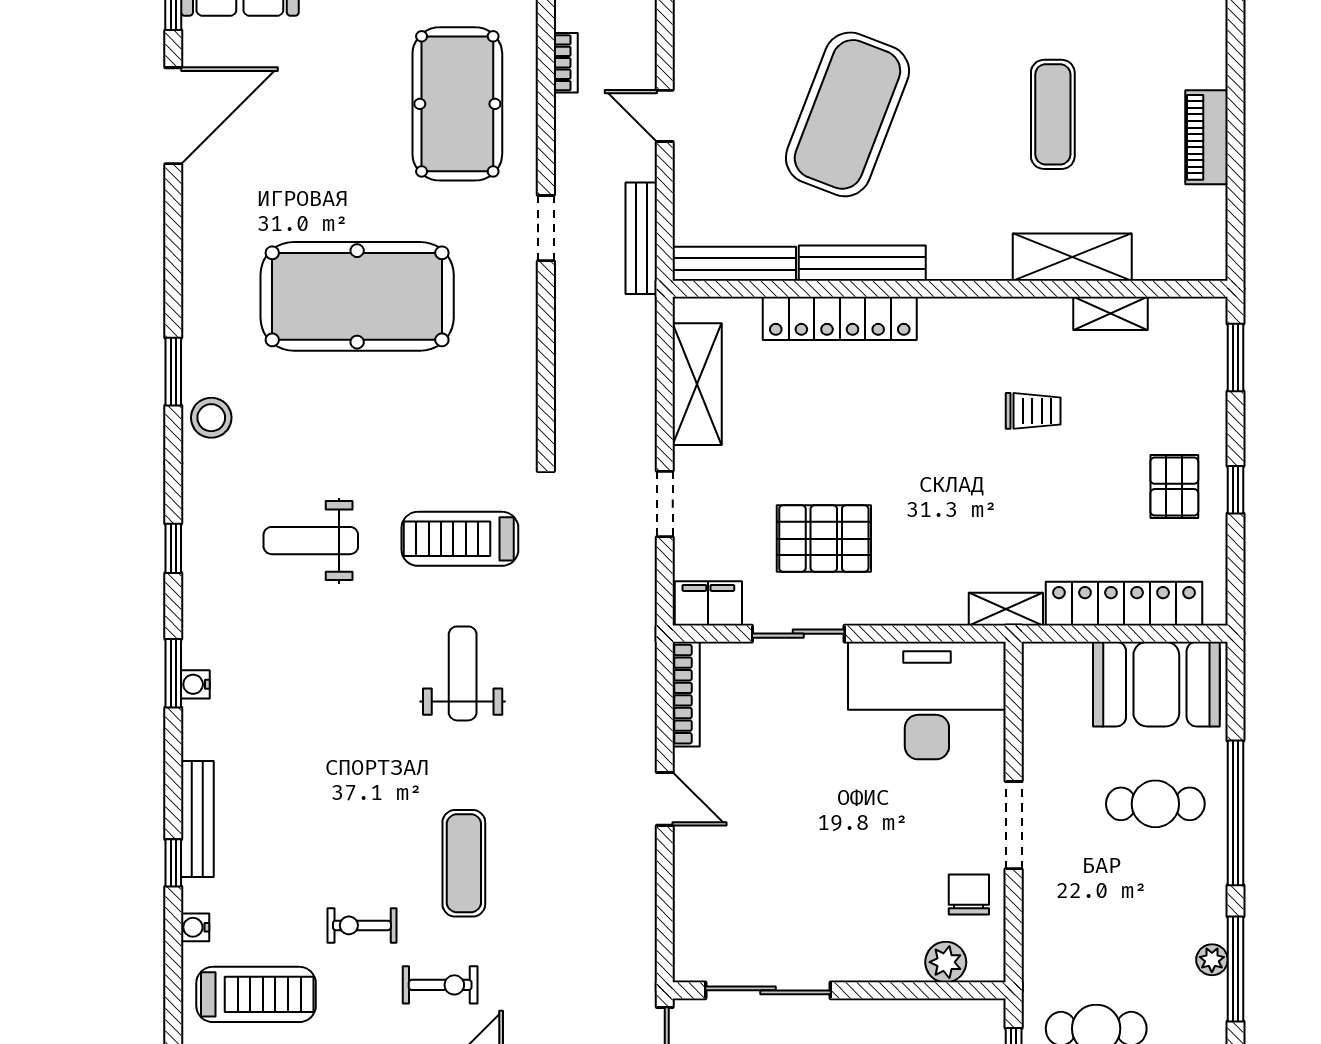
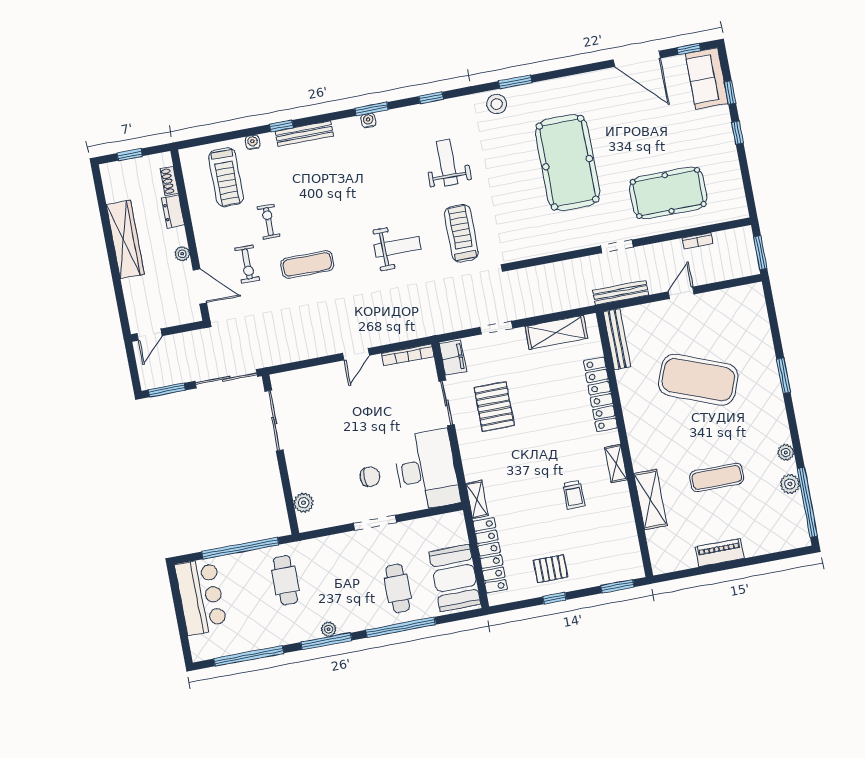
bench: (862, 263) -> (629, 400), removed
shelving: (1111, 313) -> (616, 464), moved
chair: (969, 894) -> (370, 477), moved

